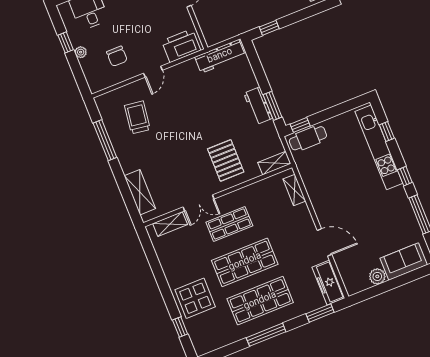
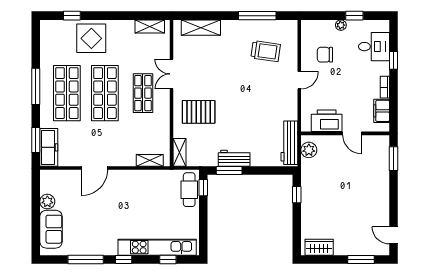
plant: (219, 34) -> (309, 150), added
printer: (181, 46) -> (327, 121), moved, turned -90
door: (153, 72) -> (299, 80), swing flipped
shelving: (170, 224) -> (150, 26), moved, turned 90
freezer: (328, 283) -> (49, 147), moved, turned 90

